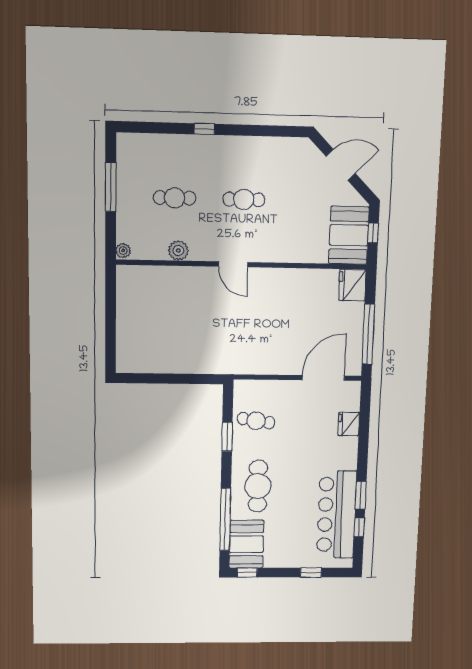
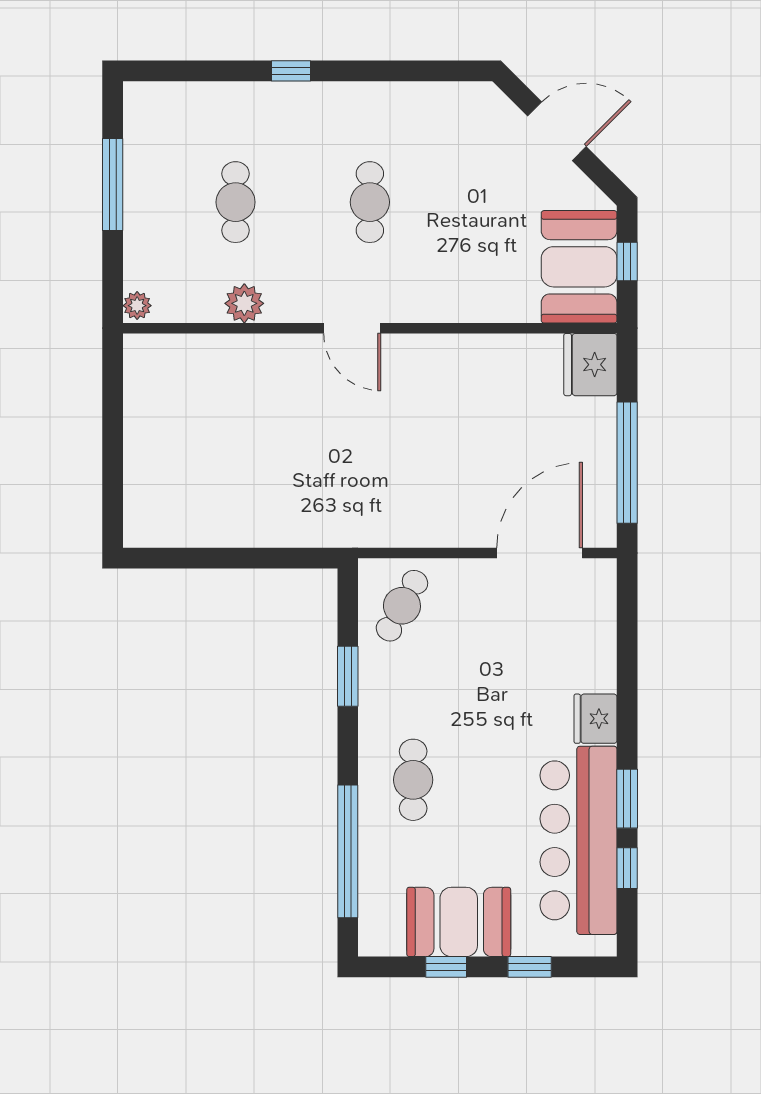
cafe table: (175, 198) -> (236, 202), turned 90
cafe table: (244, 199) -> (370, 202), turned 90
cafe table: (256, 421) -> (402, 606), moved, turned -70
fridge: (349, 424) -> (596, 719), moved
cafe table: (258, 486) -> (413, 780), width x0.73, depth x0.74
booth: (246, 544) -> (459, 922), moved, turned 90
window: (247, 573) -> (446, 967), moved

